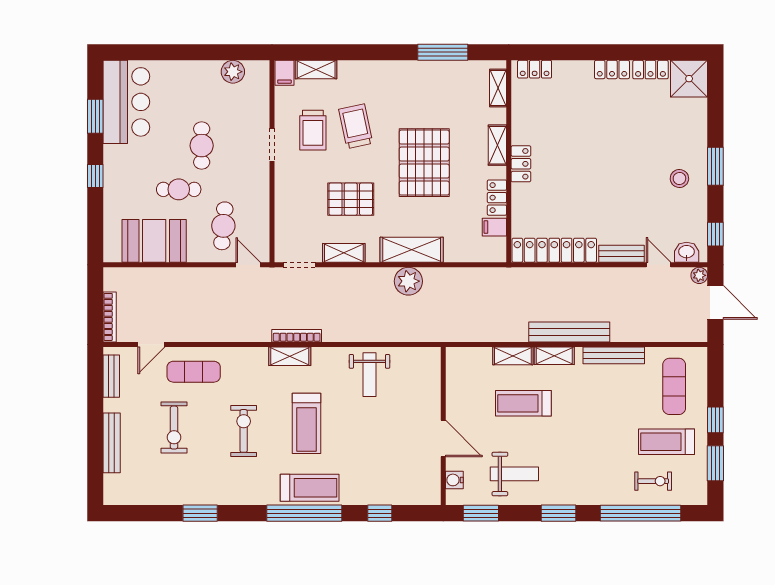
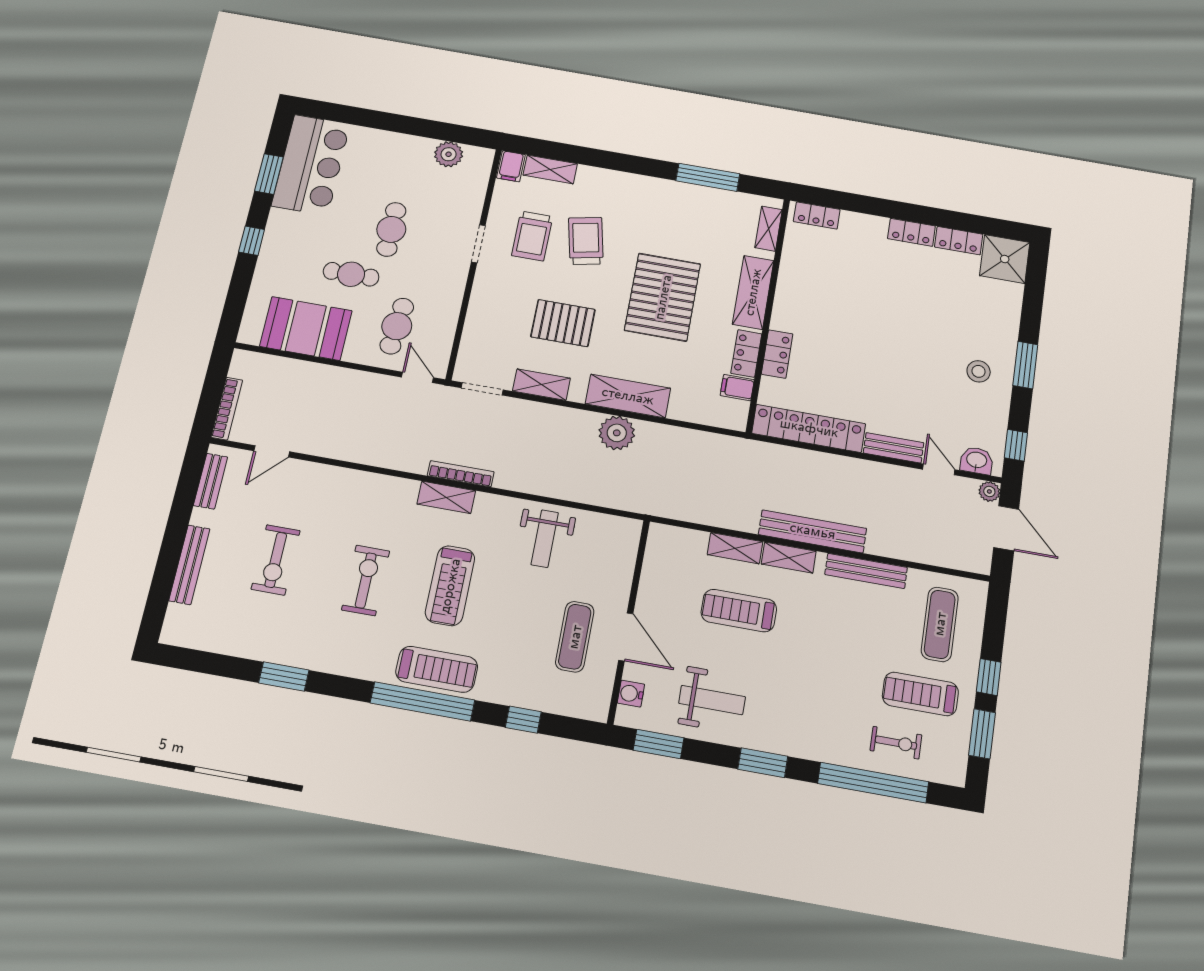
shelving: (497, 145) -> (753, 292), width x1.50, depth x1.33
locker: (521, 164) -> (777, 354), moved
exercise mat: (194, 372) -> (575, 637), moved, turned 90

